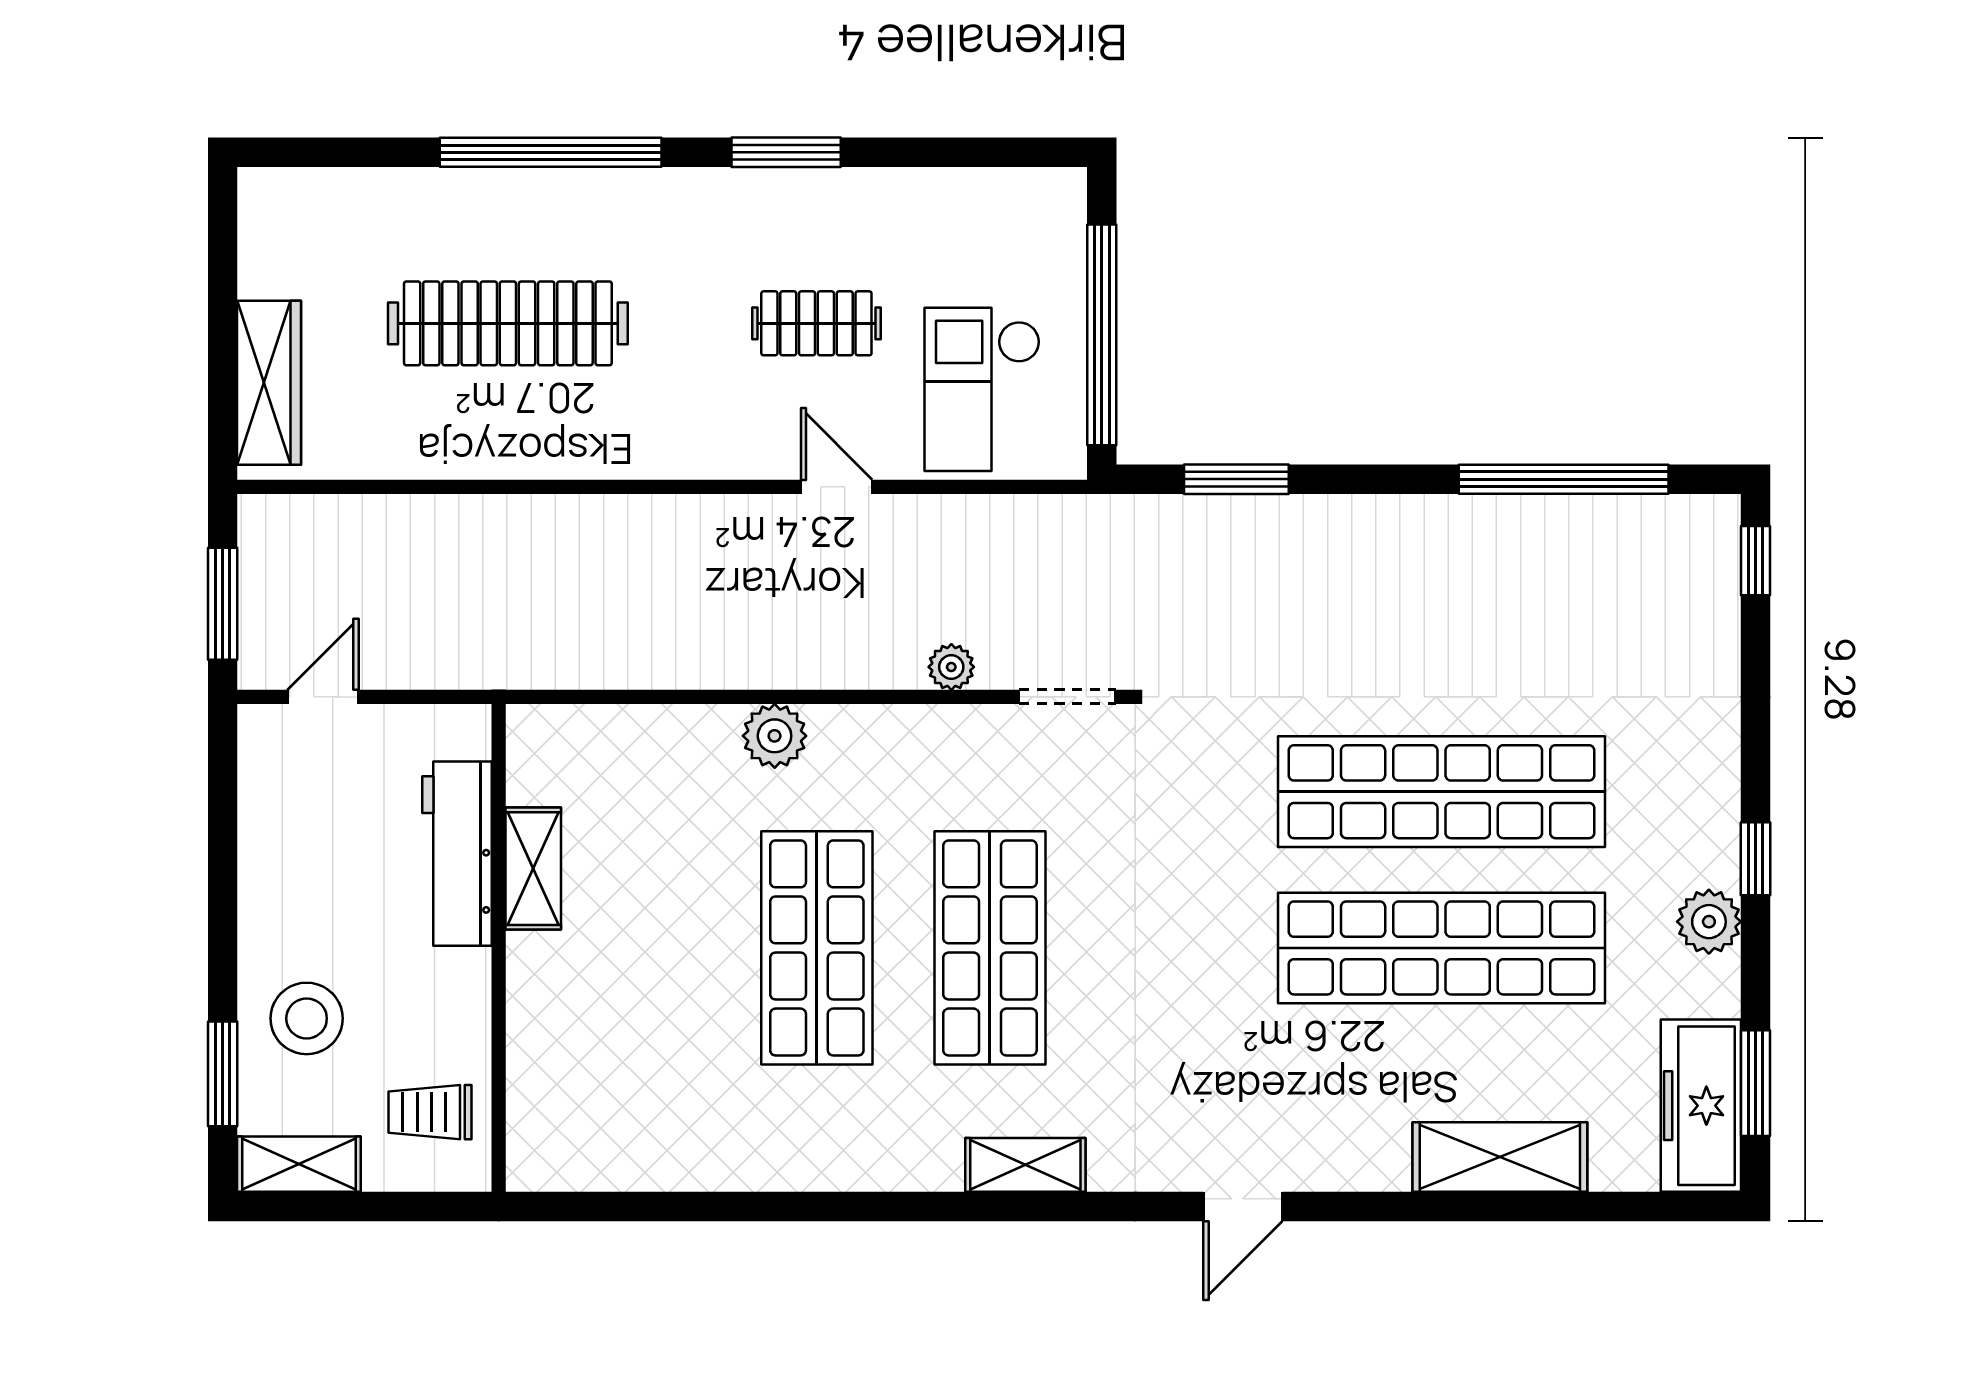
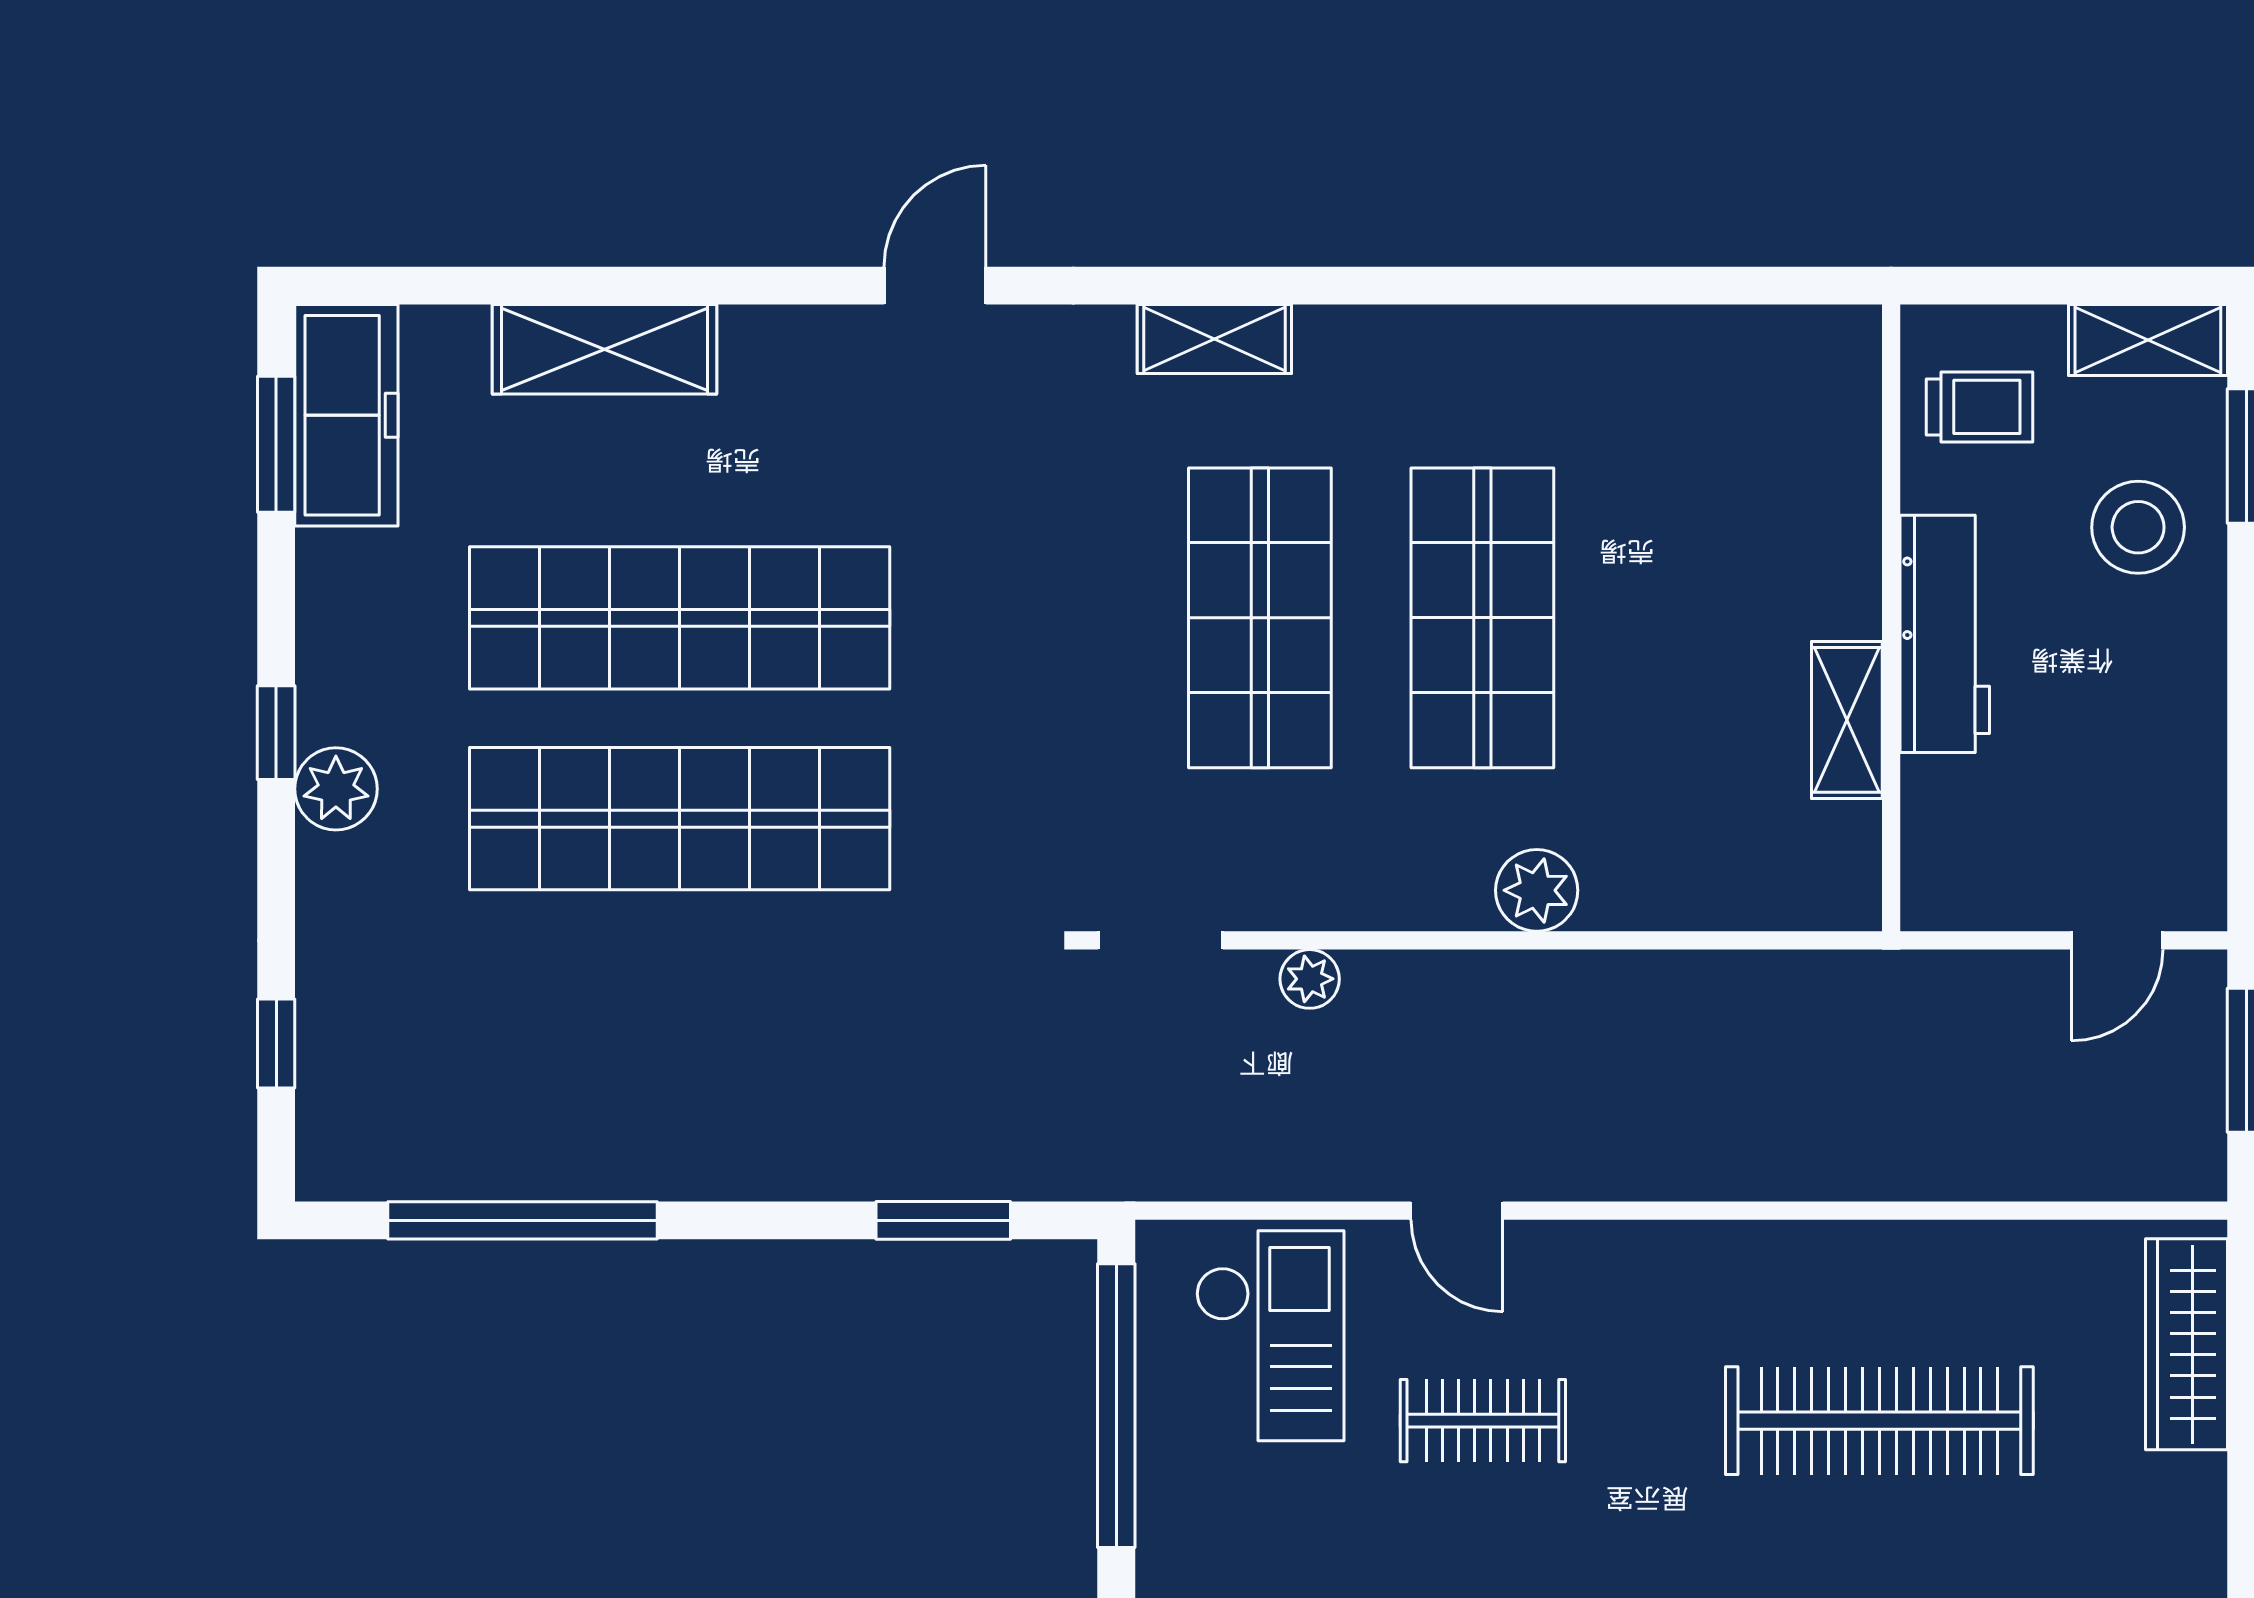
window: (1756, 561) -> (276, 1043), moved
workbench: (457, 854) -> (1945, 634), moved
plant: (1709, 922) -> (336, 789), moved

